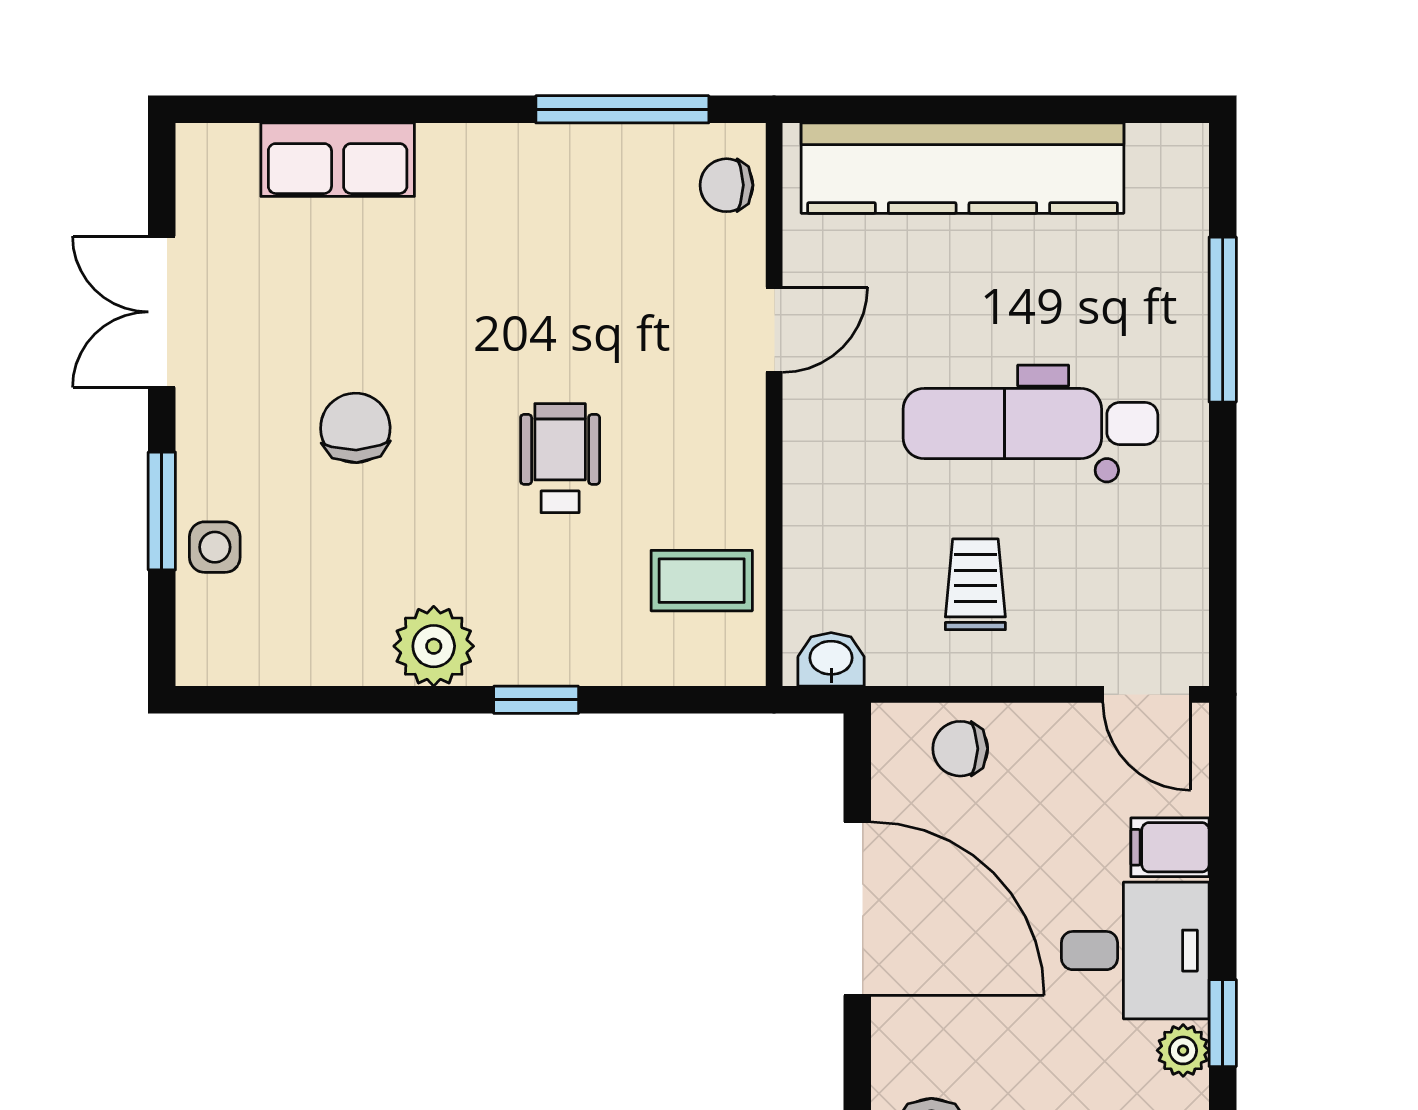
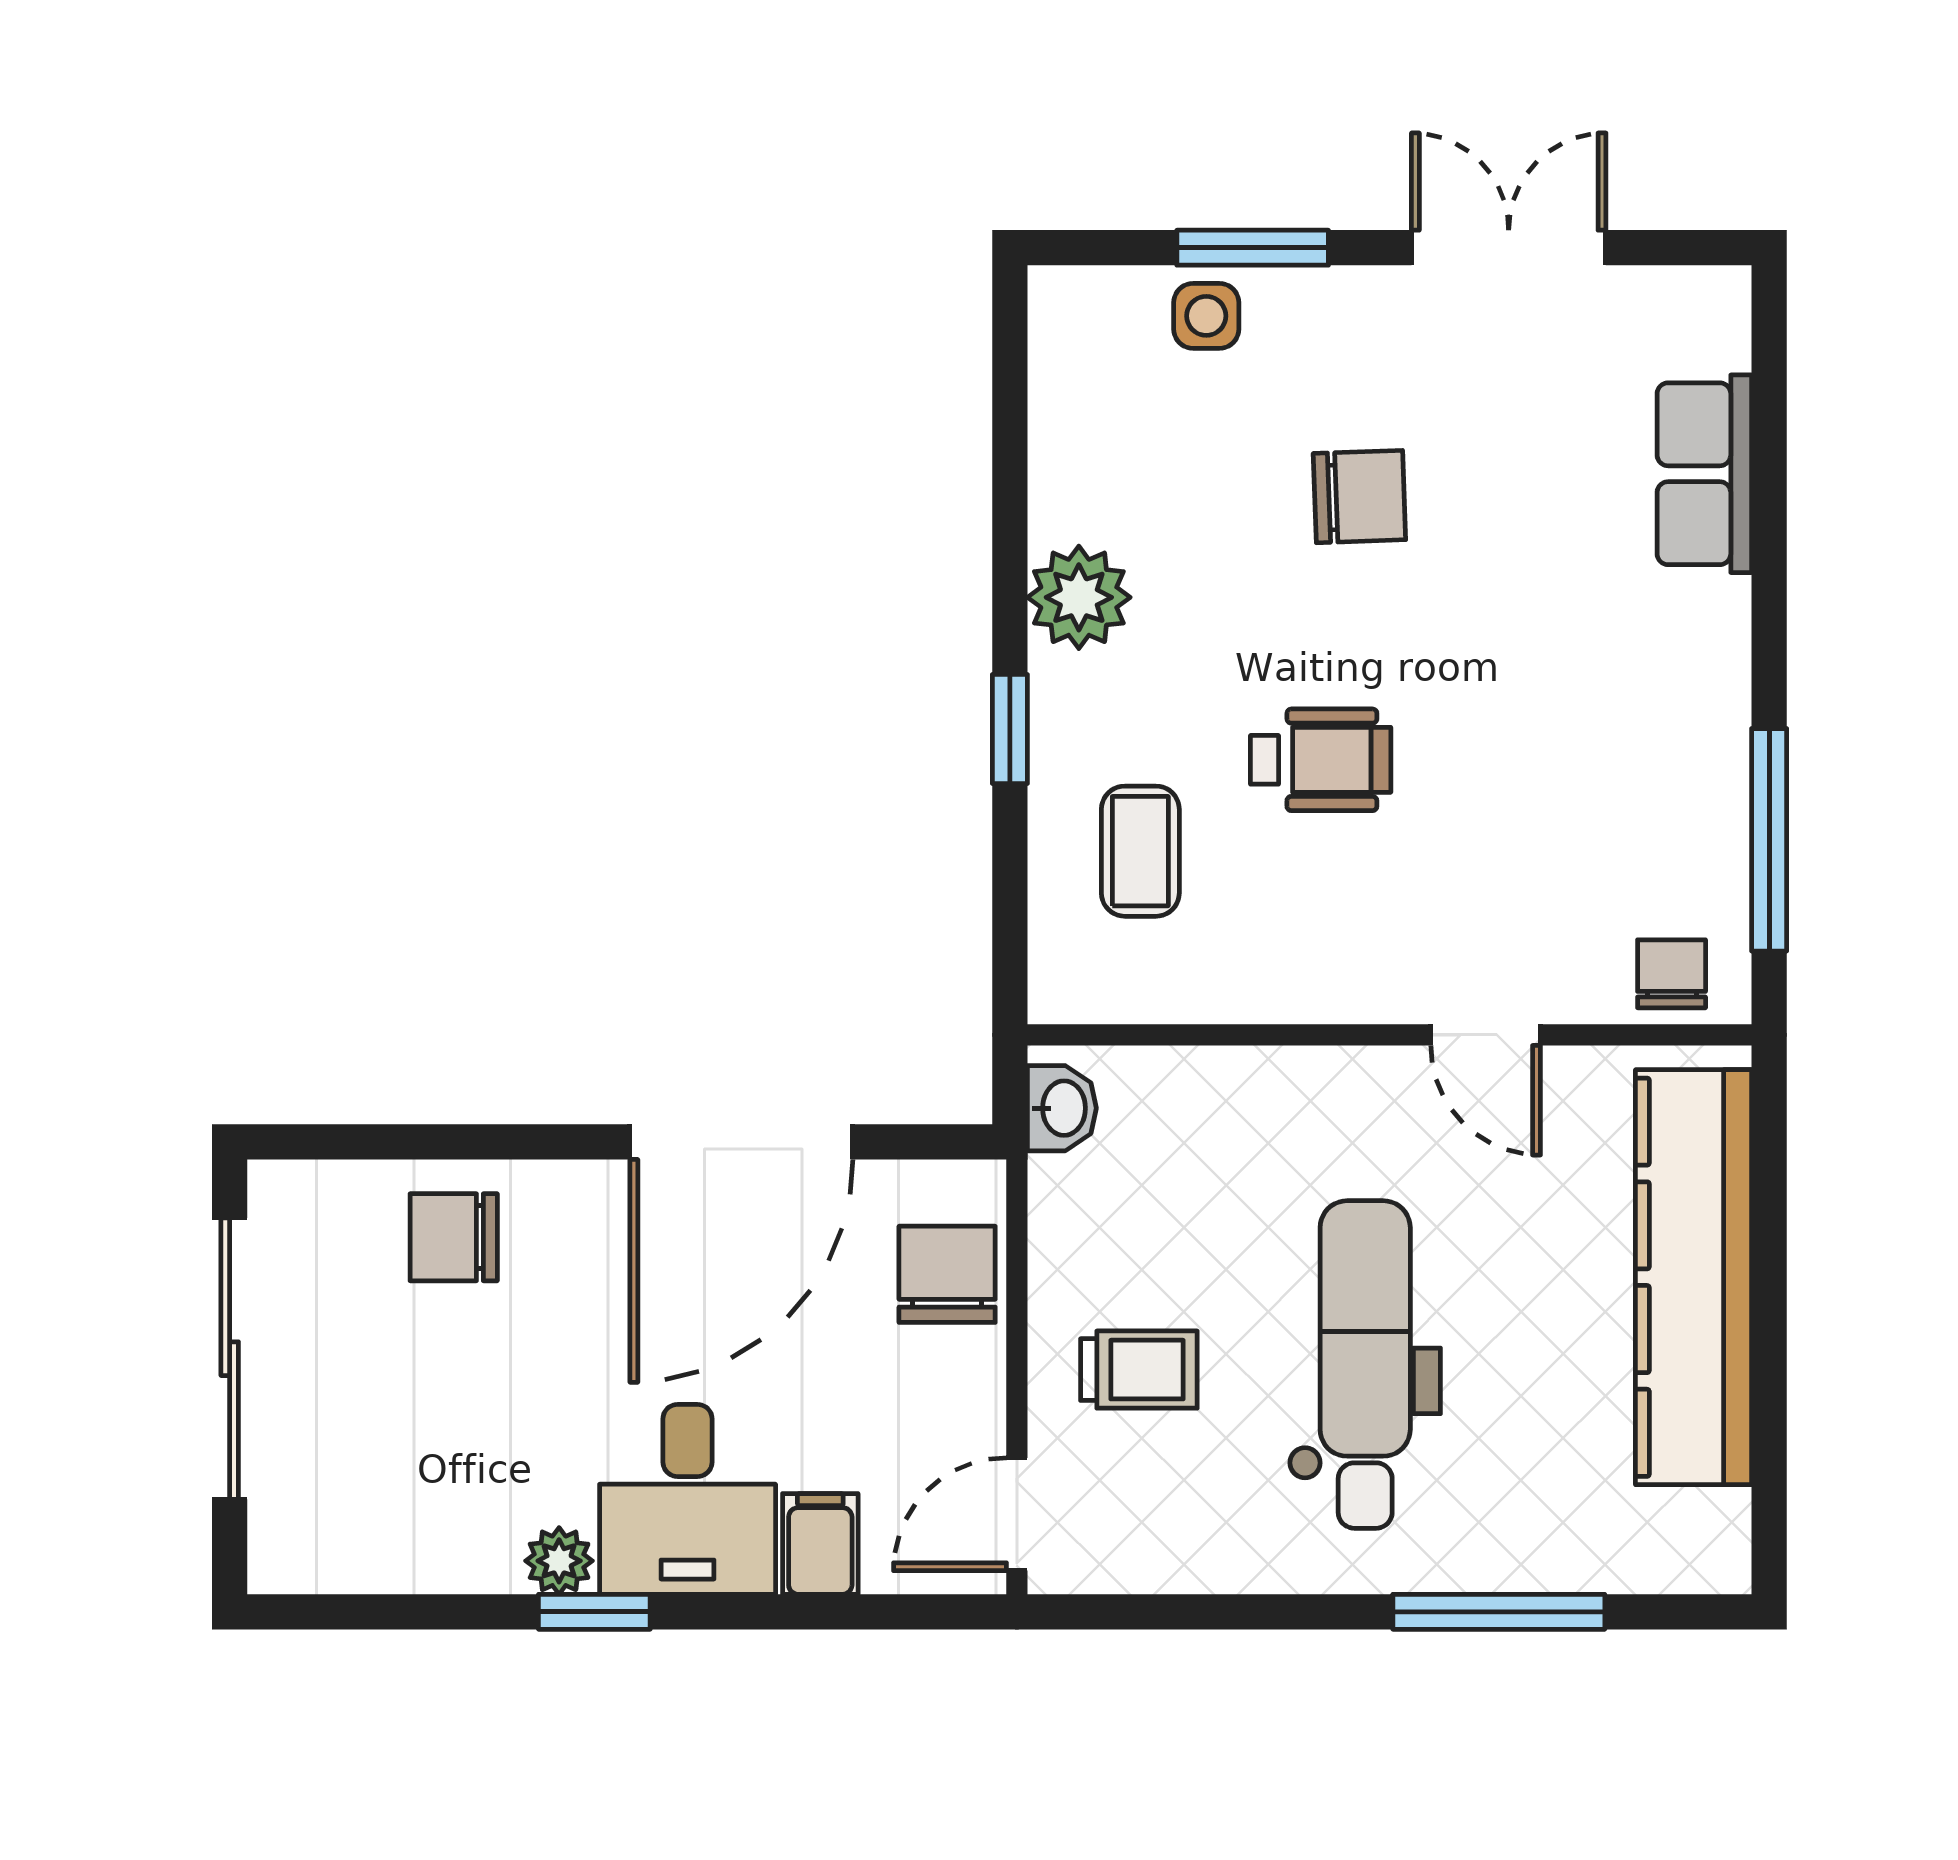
coffee table: (702, 581) -> (1140, 851), moved
trolley: (975, 584) -> (1139, 1370), moved
chair: (960, 749) -> (947, 1274), width x1.37, depth x1.37

